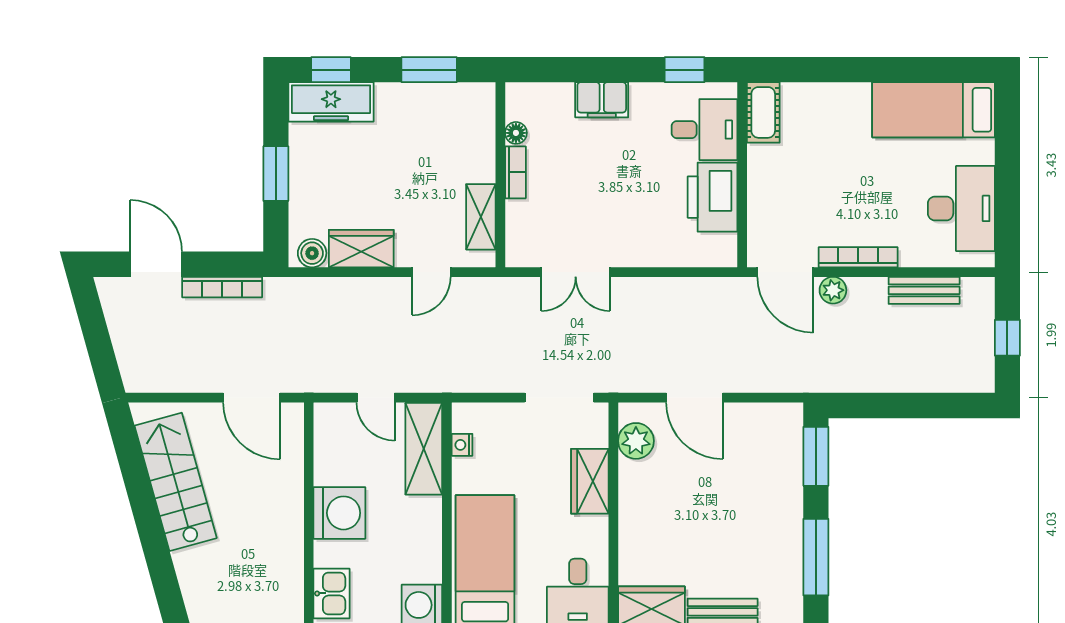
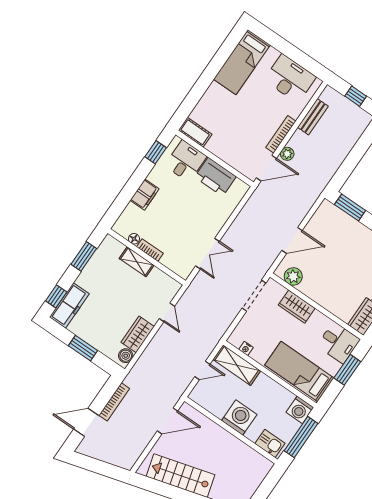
shelving: (481, 217) -> (137, 262), moved

